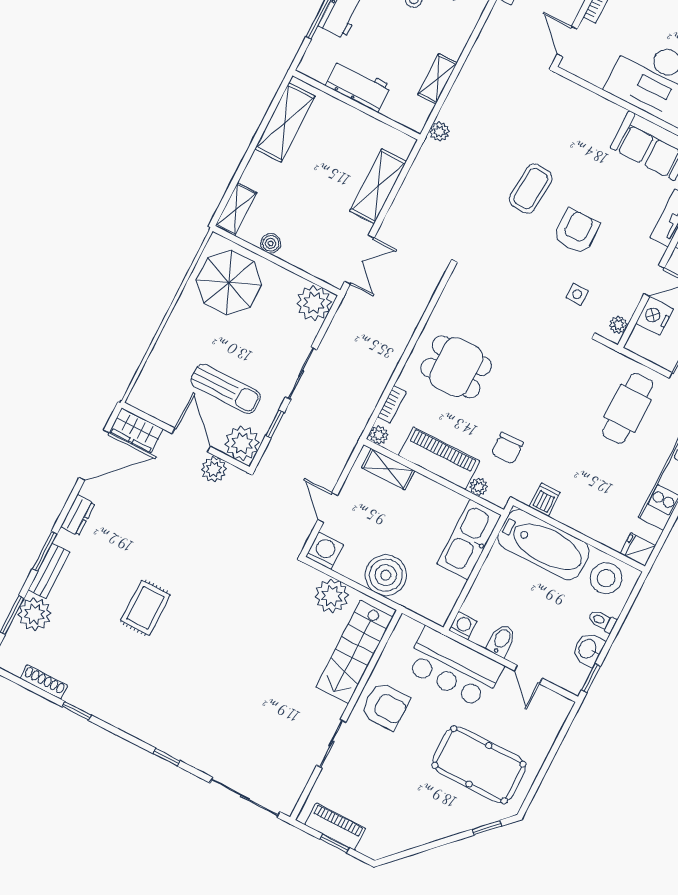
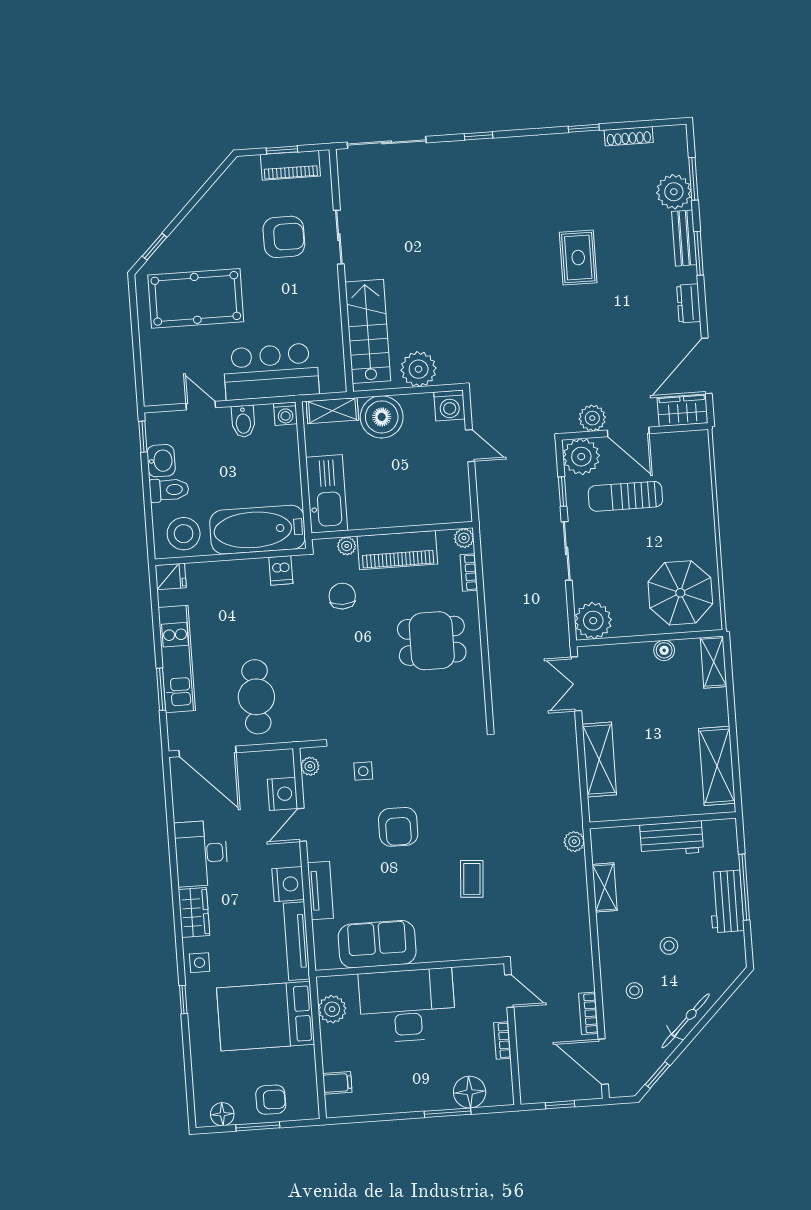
coffee table: (531, 189) -> (472, 879), moved, width x0.73, depth x0.77
shelving: (388, 469) -> (332, 411), moved
toilet: (602, 621) -> (169, 490), width x1.37, depth x1.39
armchair: (385, 706) -> (284, 237), moved, turned 180

